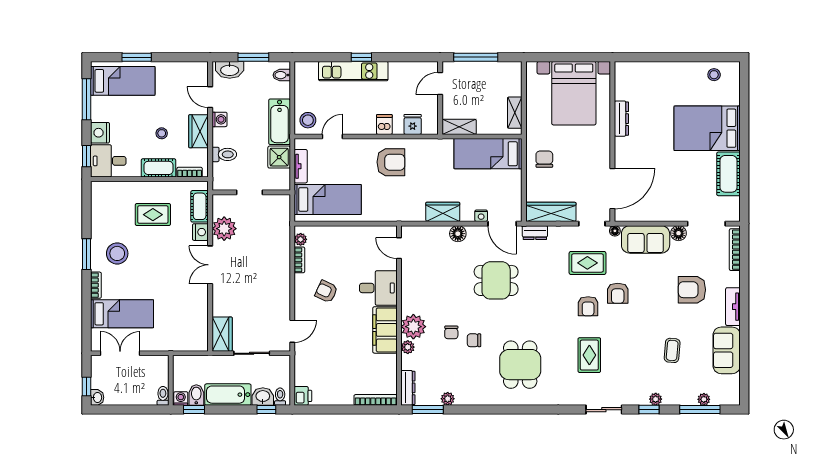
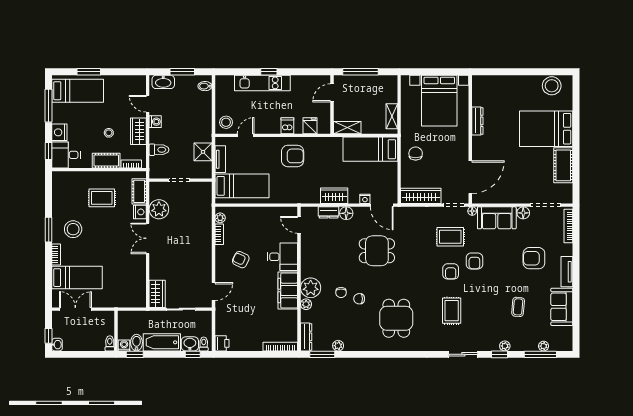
stool: (714, 75) -> (552, 86), width x1.89, depth x1.89
bathtub: (280, 122) -> (203, 124), removed
dresser: (535, 233) -> (329, 212), moved

